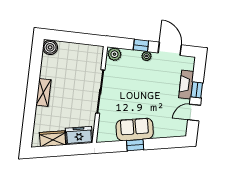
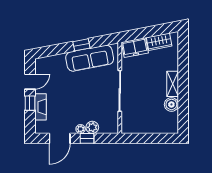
boiler: (50, 47) -> (171, 104), moved
door: (170, 49) -> (60, 138), hinge flipped
plant: (114, 54) -> (92, 127), moved
sofa: (135, 129) -> (90, 58), width x1.36

